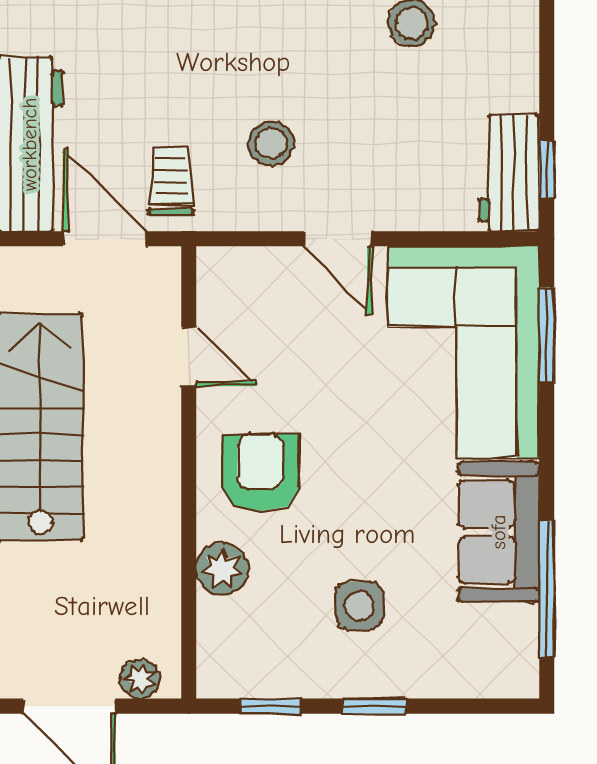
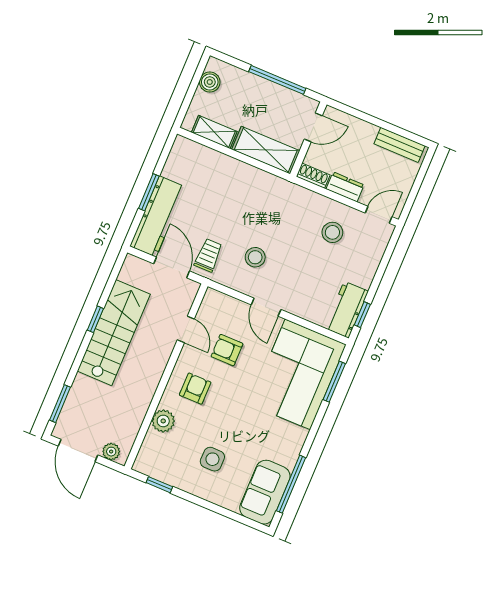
armchair: (294, 363) -> (227, 350), added
armchair: (261, 473) -> (195, 389), width x0.72, depth x0.72
sofa: (499, 532) -> (265, 492), moved
window: (374, 706) -> (201, 502), removed

